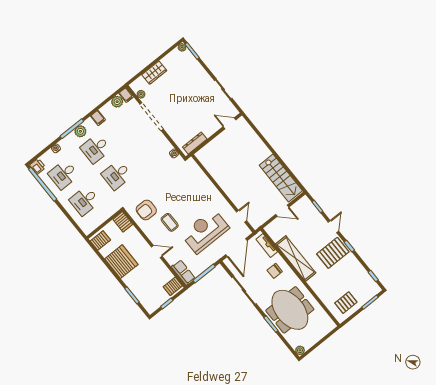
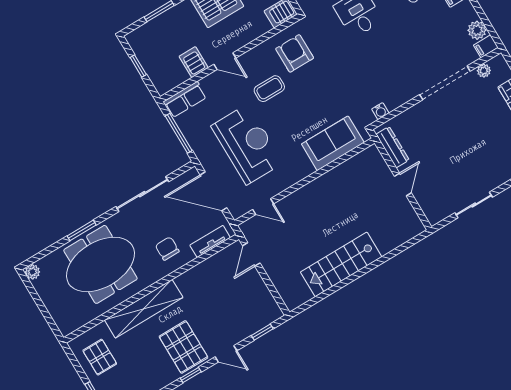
door: (229, 123) -> (403, 185), moved
stairs: (281, 178) -> (341, 264), moved
sofa: (197, 179) -> (333, 143), added
door: (282, 211) -> (251, 254), moved
door: (157, 252) -> (225, 61), hinge flipped
shelving: (296, 258) -> (144, 309), moved
server rack: (173, 286) -> (194, 62), moved

